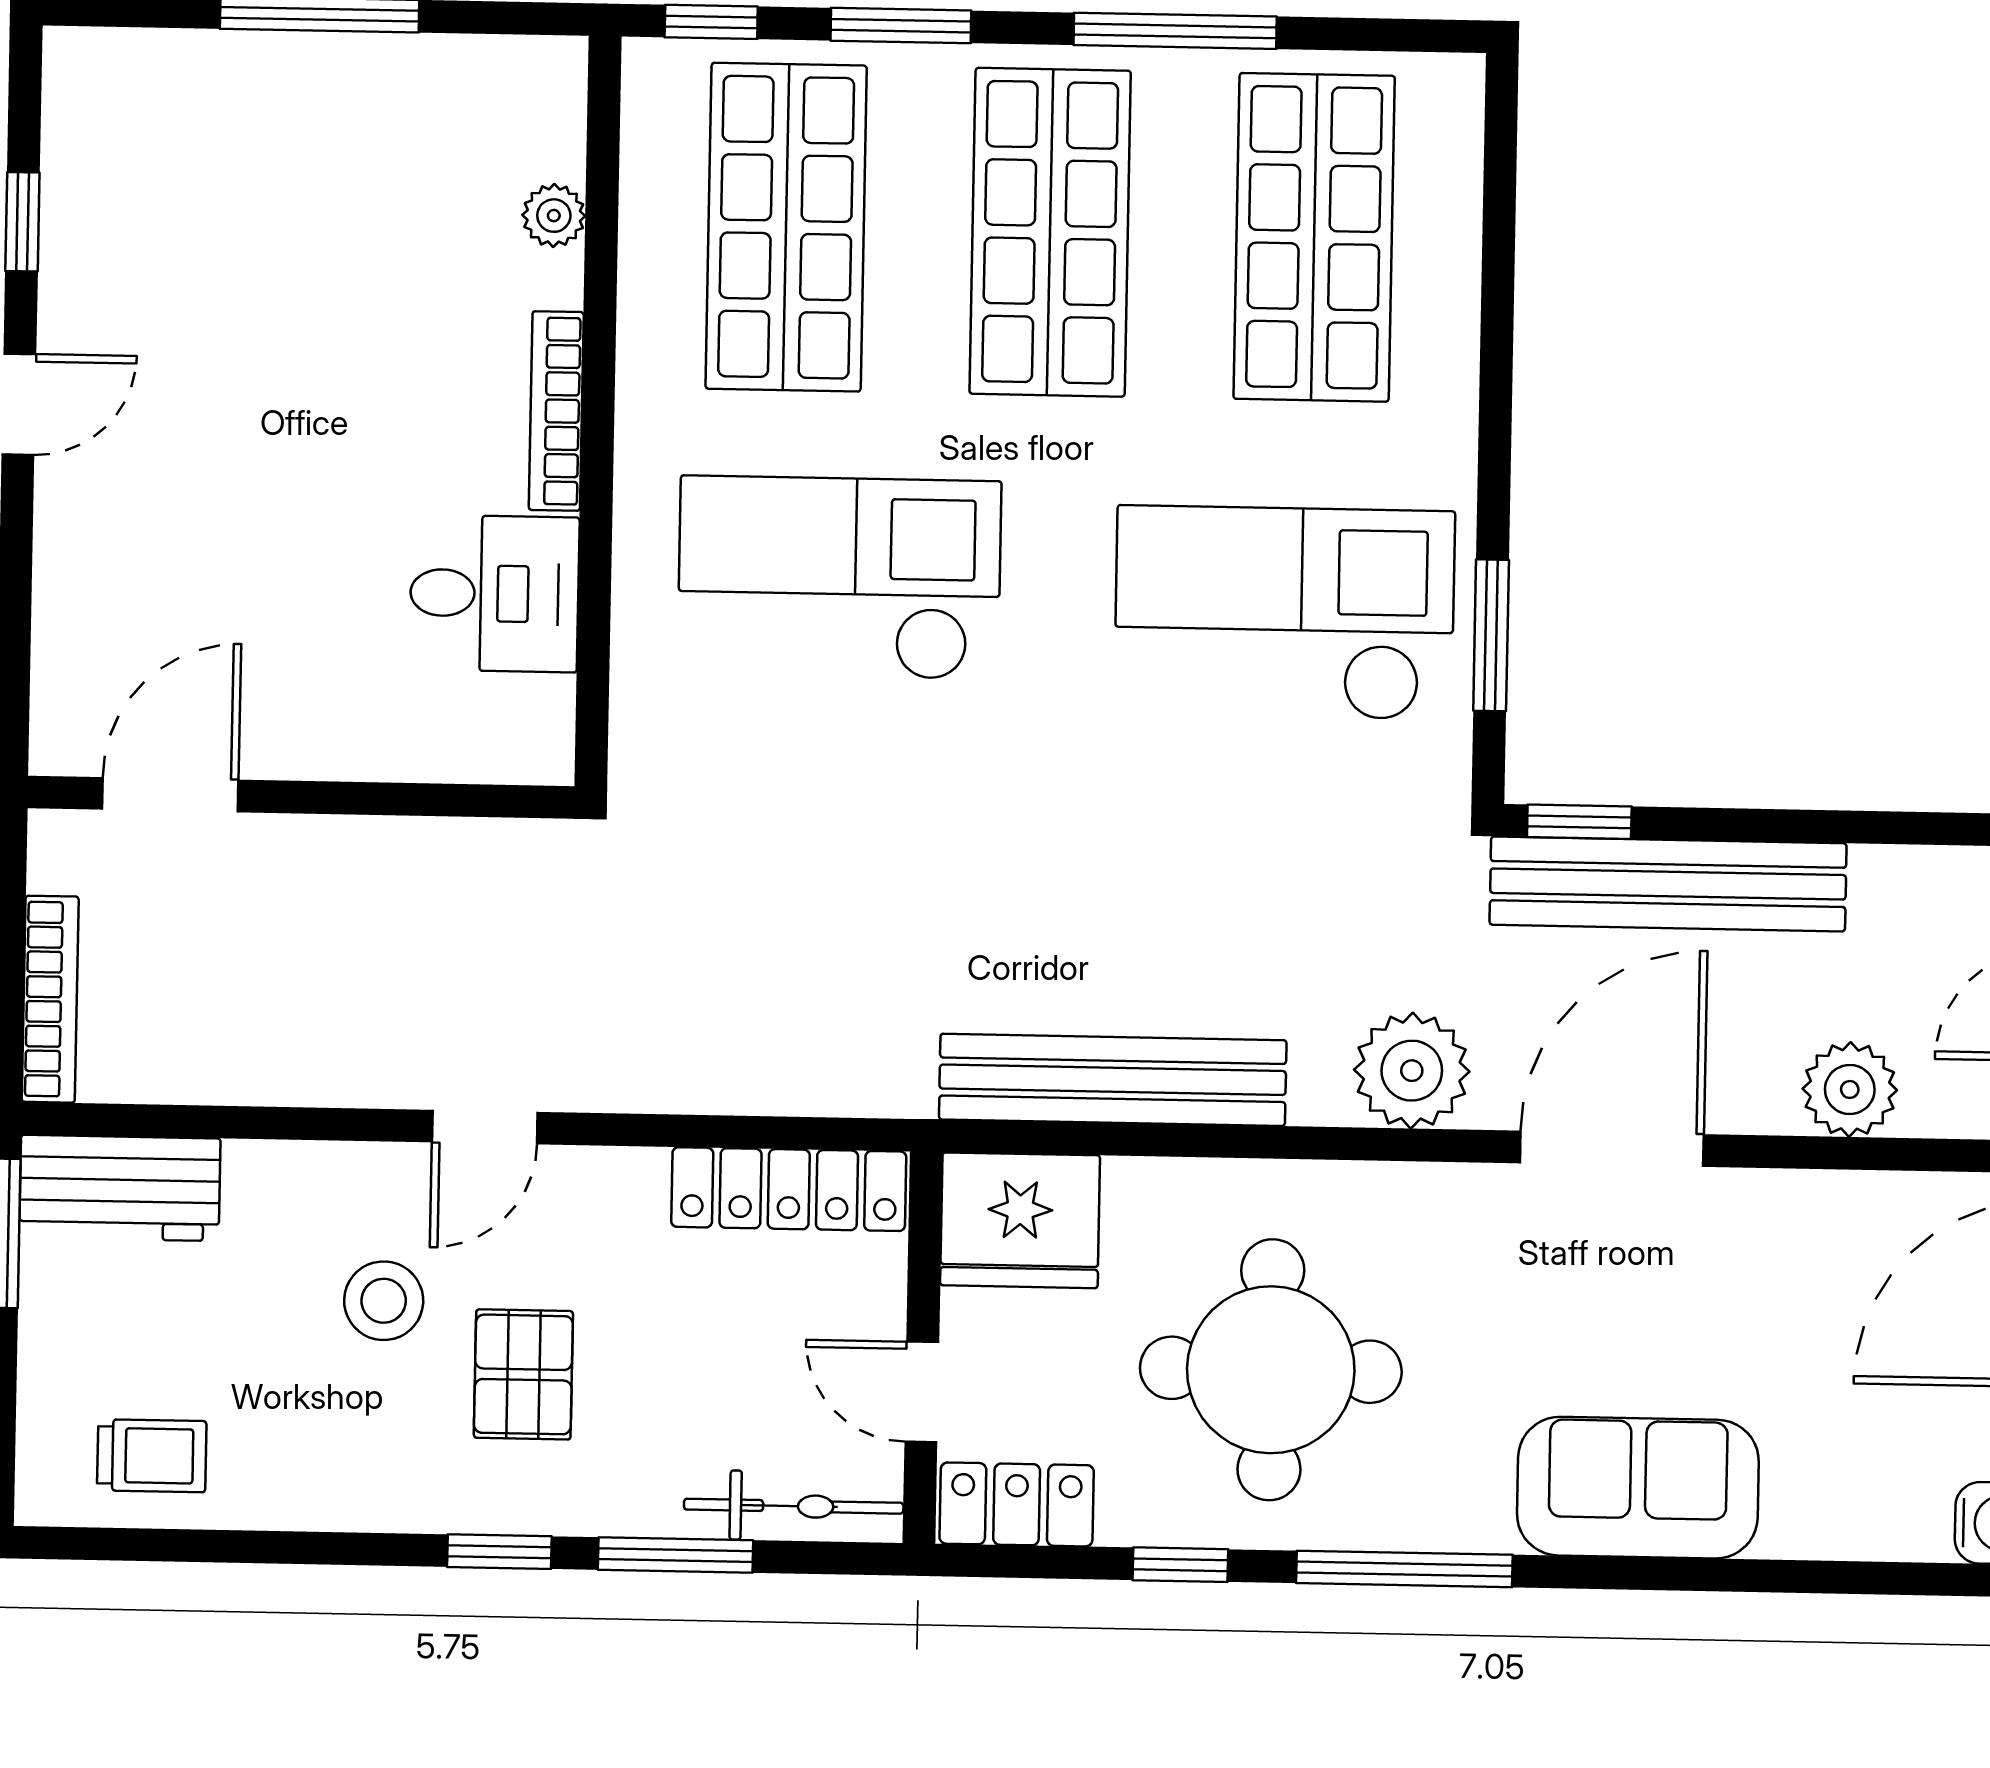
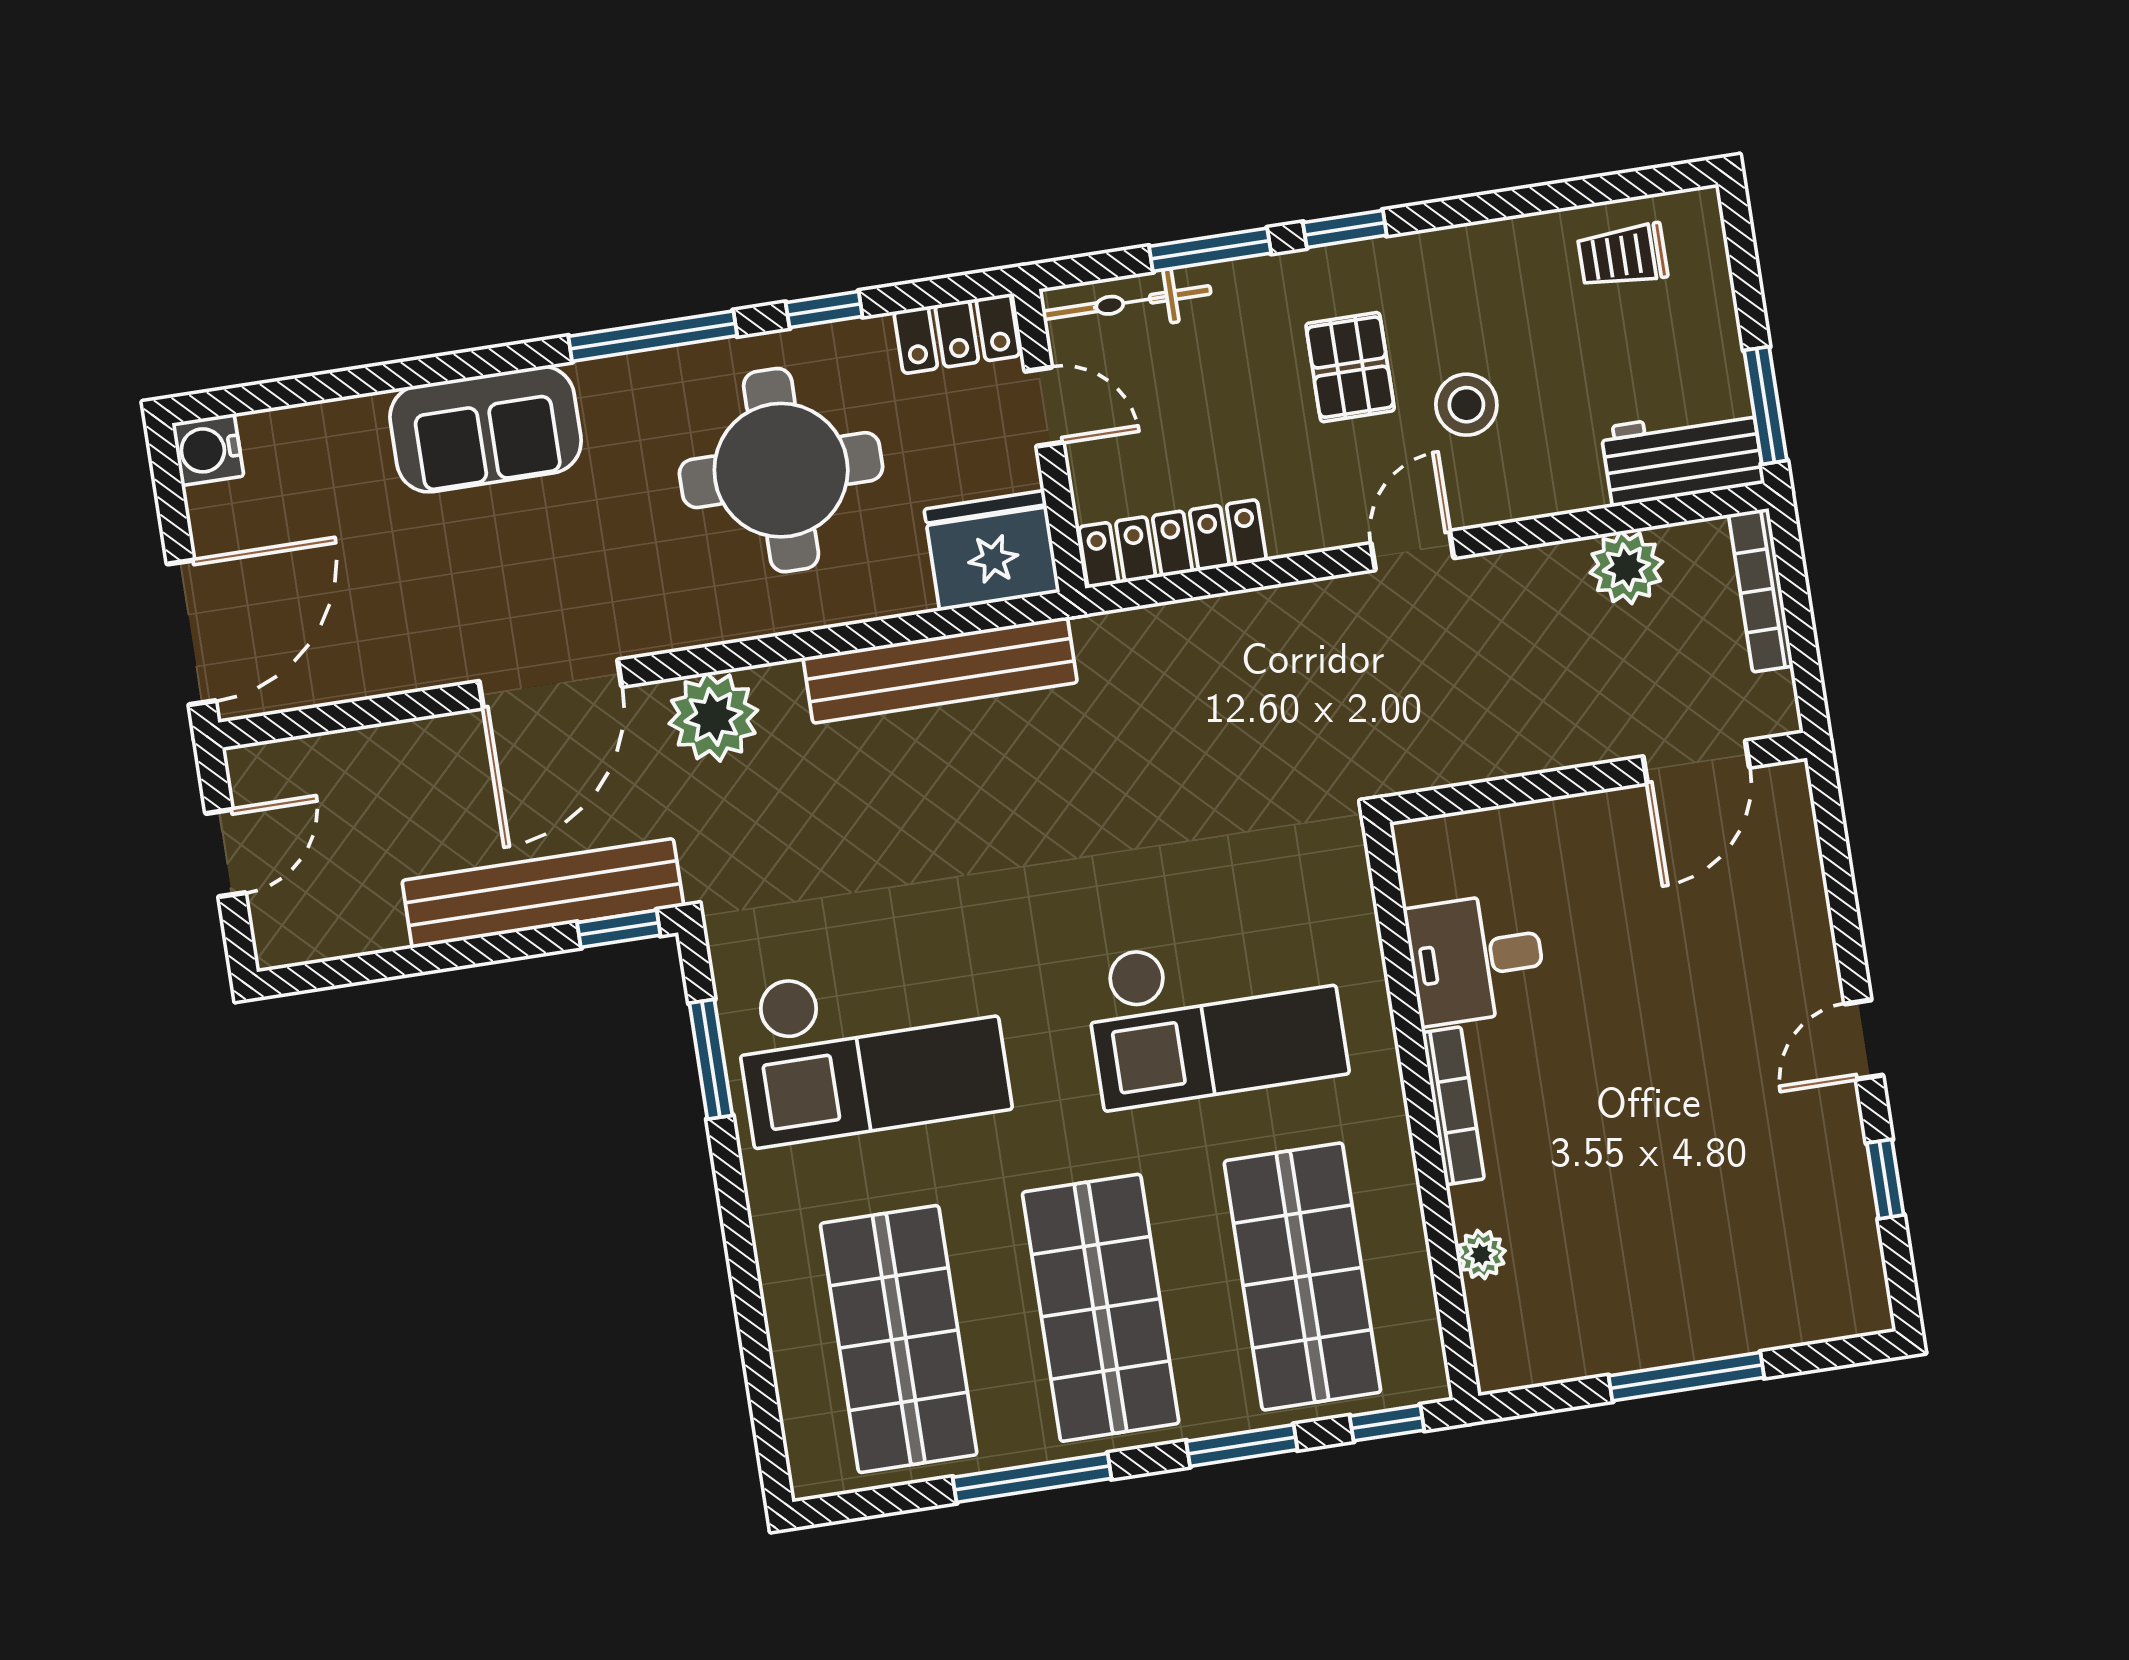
plant: (1850, 1089) -> (1626, 567), moved

